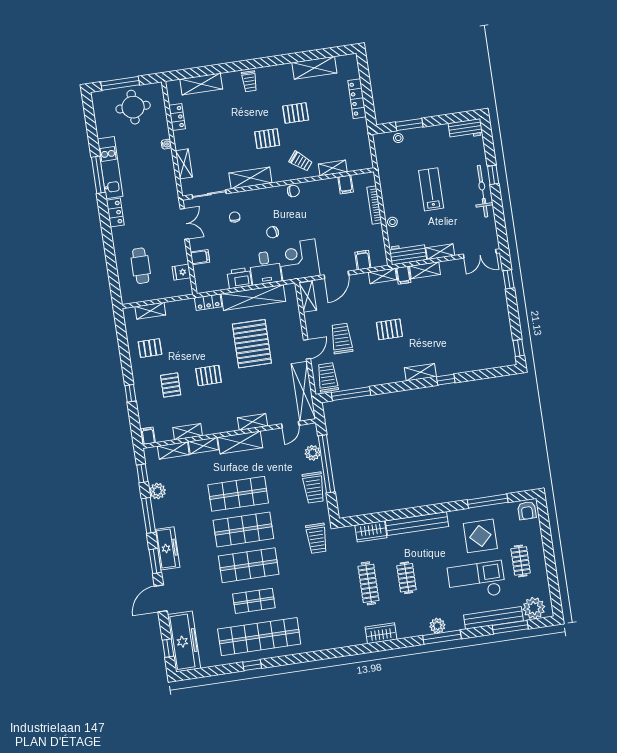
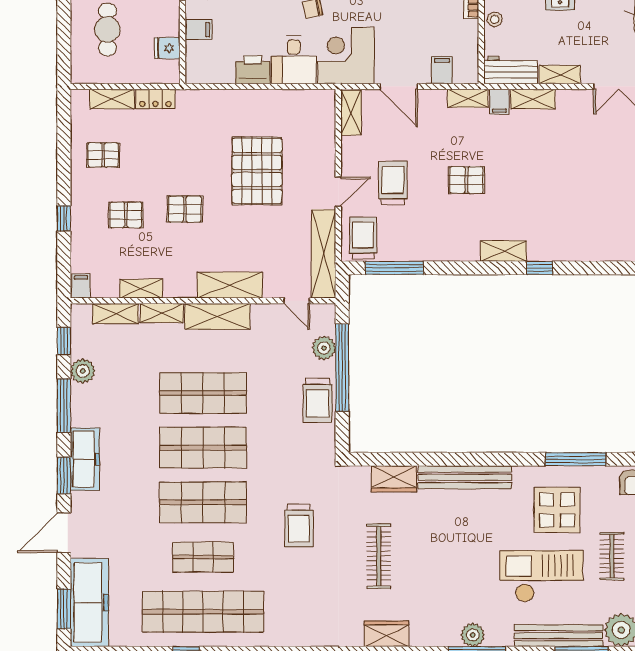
door: (336, 275) -> (399, 86), hinge flipped
shelving: (253, 298) -> (269, 102), removed
locker: (208, 302) -> (155, 99), moved
pallet: (171, 385) -> (126, 215), turned 90
shelving: (253, 422) -> (230, 285), width x1.50, depth x1.33
door: (290, 425) -> (297, 301), hinge flipped
trolley: (317, 538) -> (299, 525), moved
clothes rail: (406, 578) -> (437, 556), removed
window: (168, 648) -> (64, 609), width x1.50

